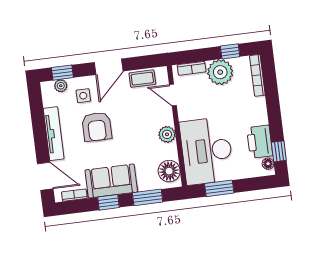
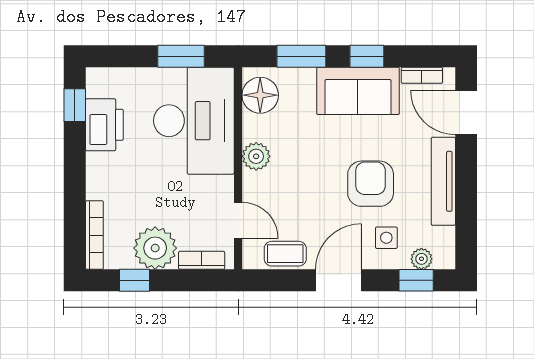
floor lamp: (268, 164) -> (95, 87), removed

